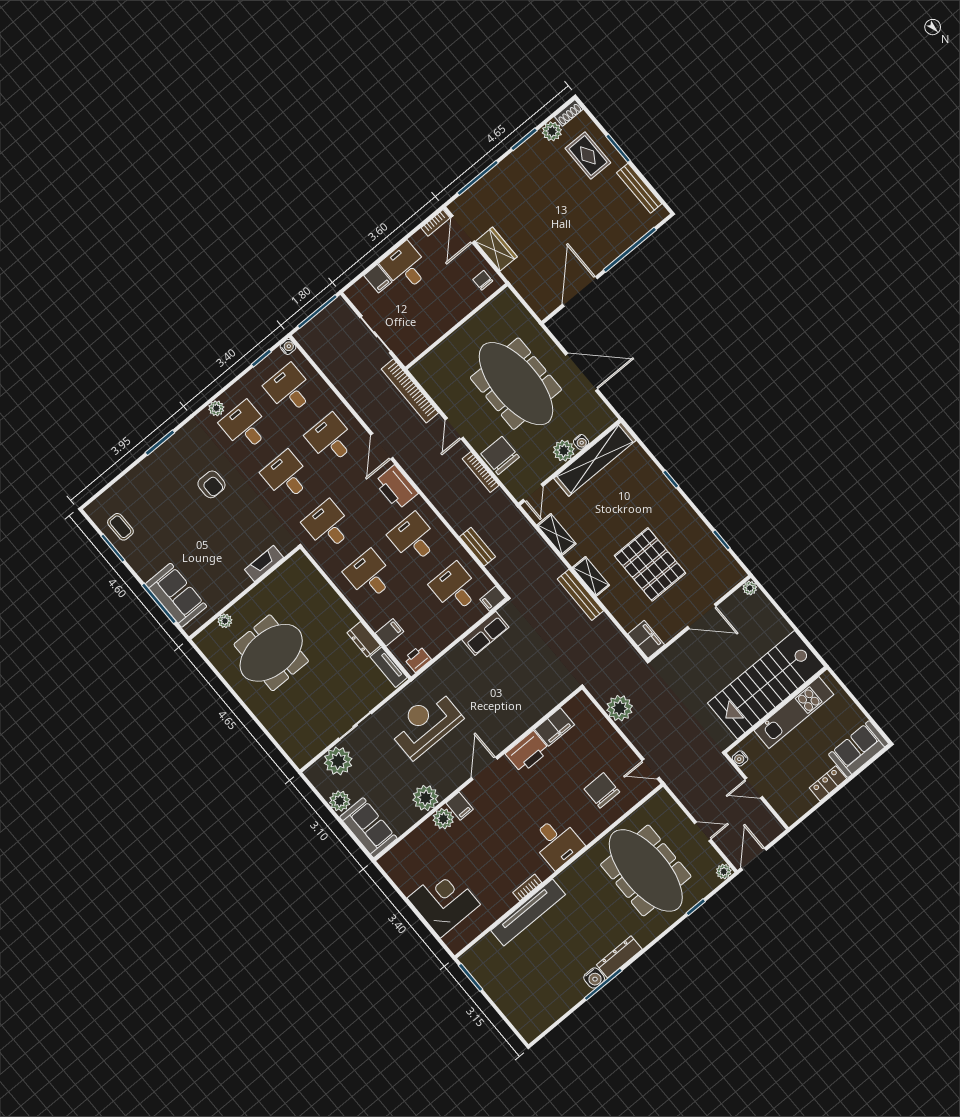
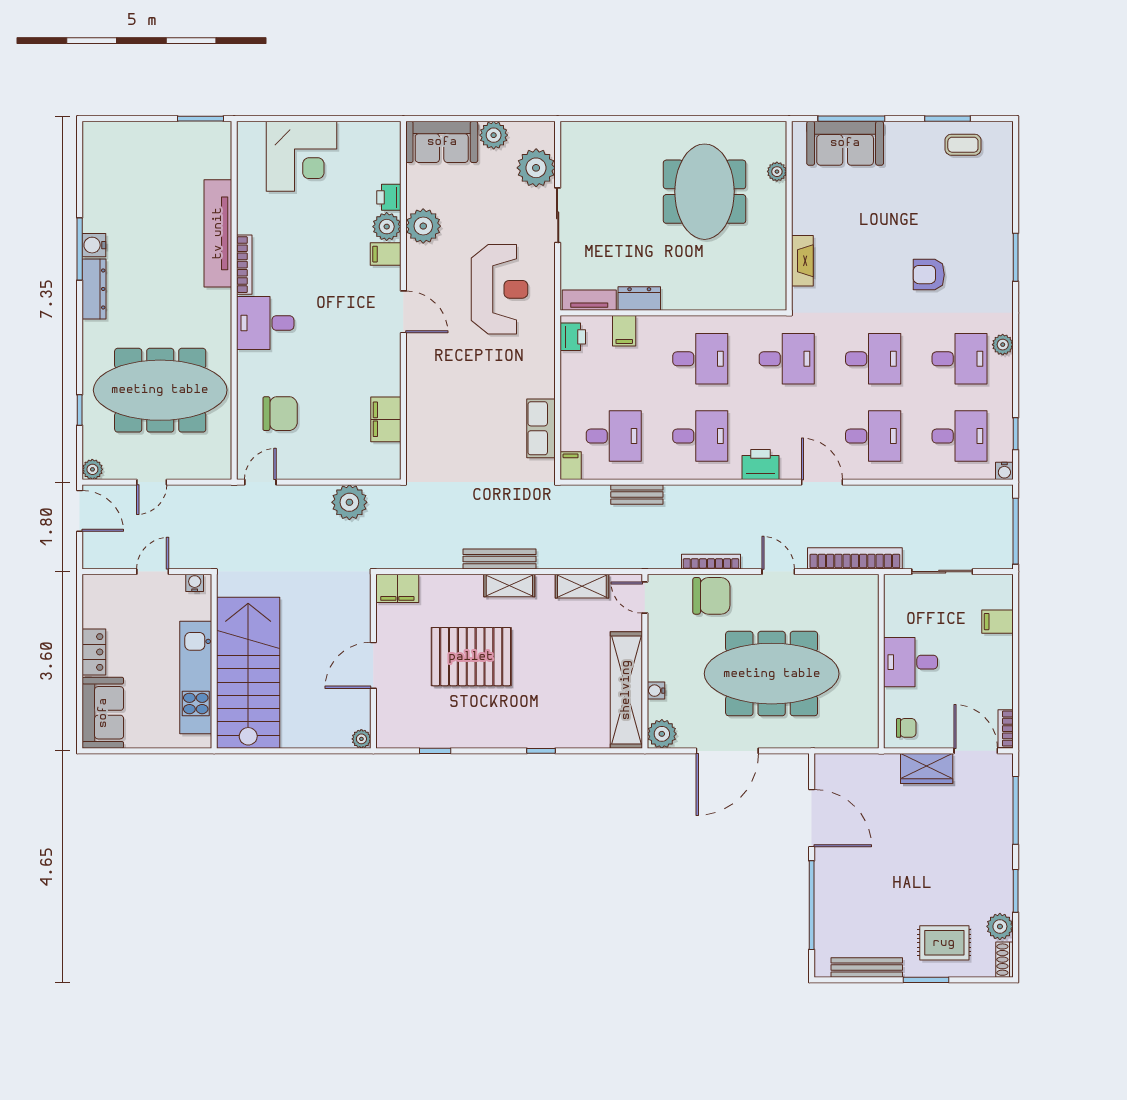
desk: (405, 267) -> (911, 662), moved, turned 180
plant: (564, 451) -> (662, 734), moved
printer: (396, 488) -> (761, 464), width x0.73, depth x0.84
printer: (528, 752) -> (389, 197), moved, width x0.53, depth x0.68
bookcase: (527, 888) -> (244, 265), width x1.56

